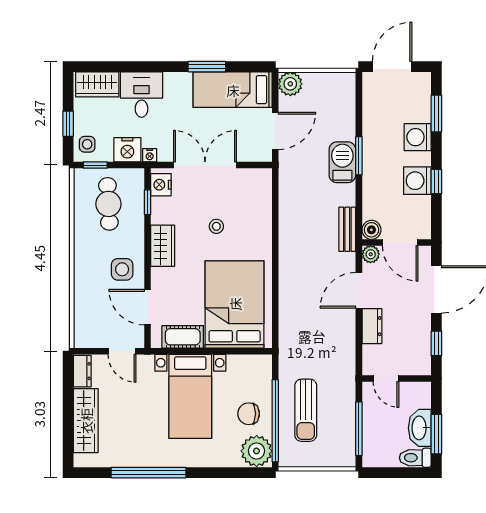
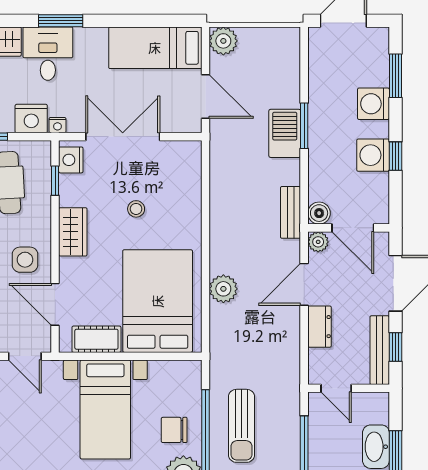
window: (207, 67) -> (61, 21), moved
door: (275, 131) -> (206, 96), hinge flipped
plant: (290, 294) -> (223, 289), added
bench: (423, 346) -> (380, 350), added

